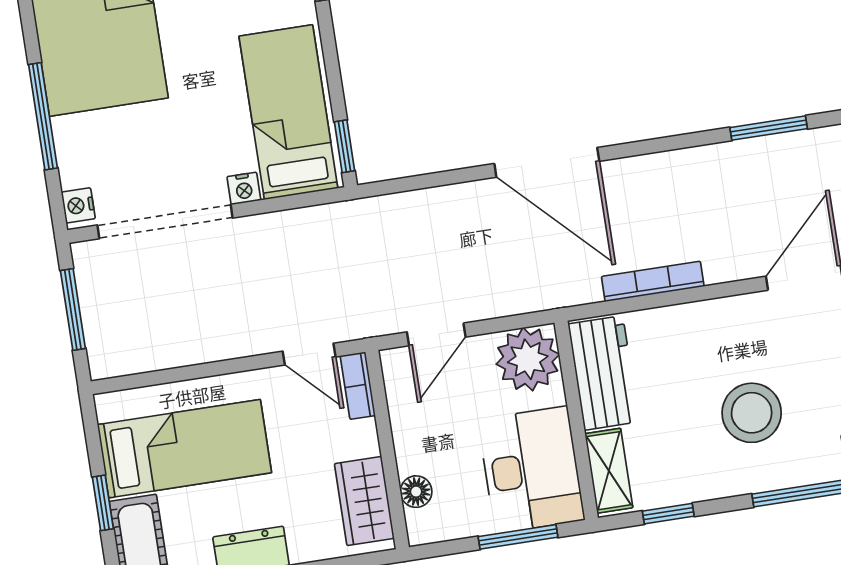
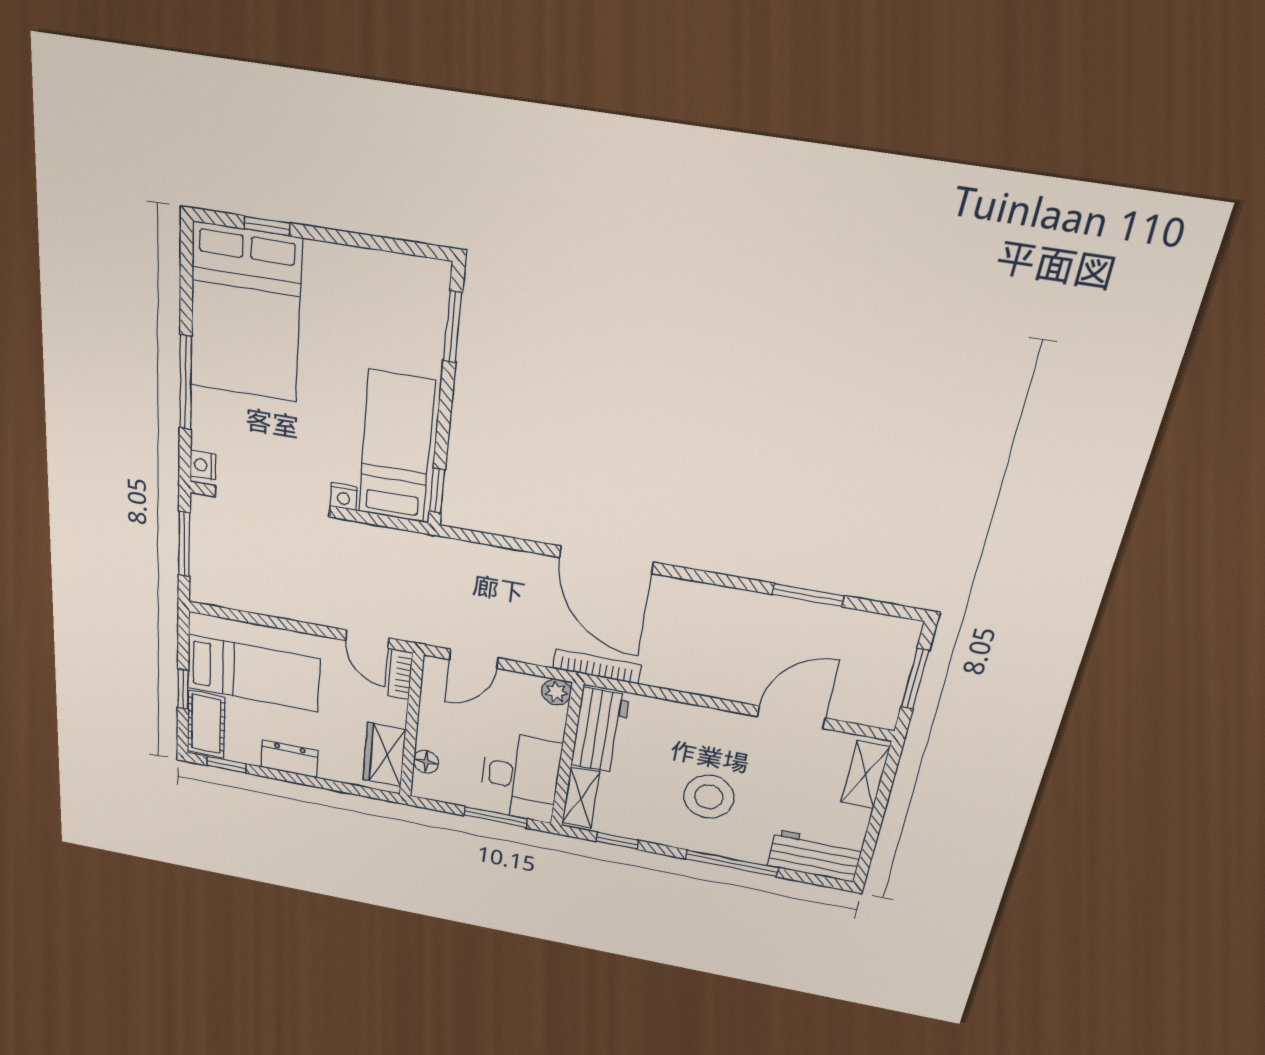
bookcase: (653, 281) -> (597, 666), moved
plant: (528, 359) -> (556, 692), width x0.53, depth x0.53

